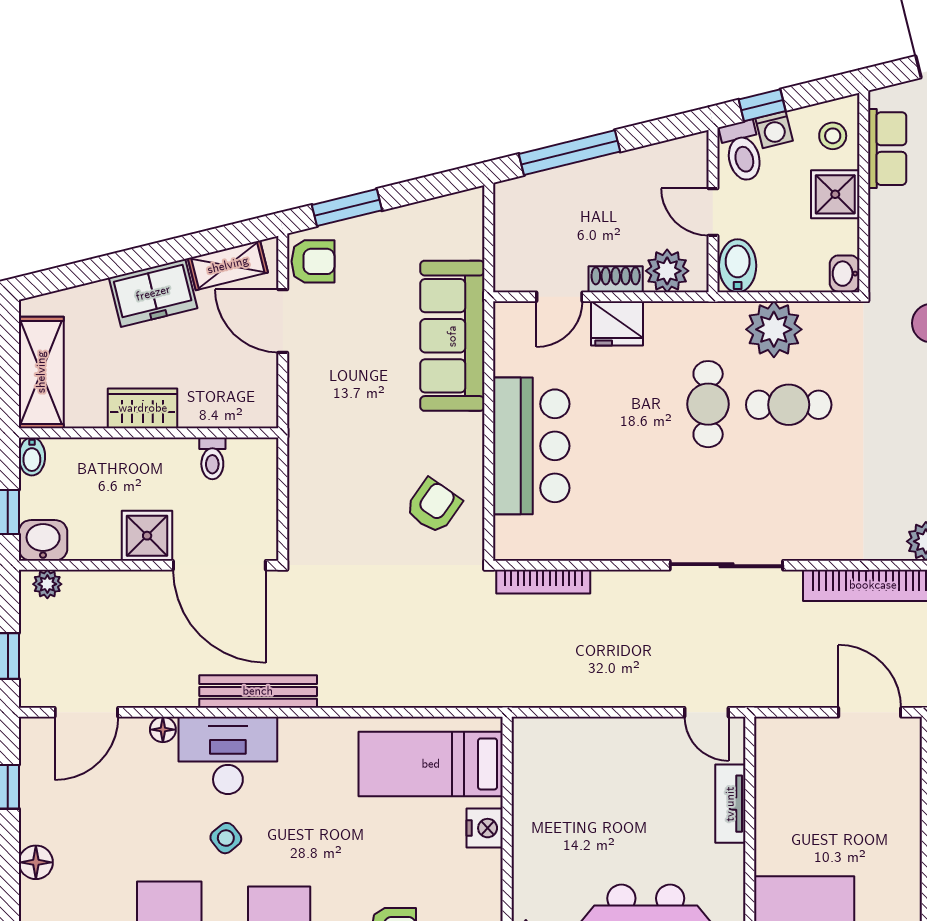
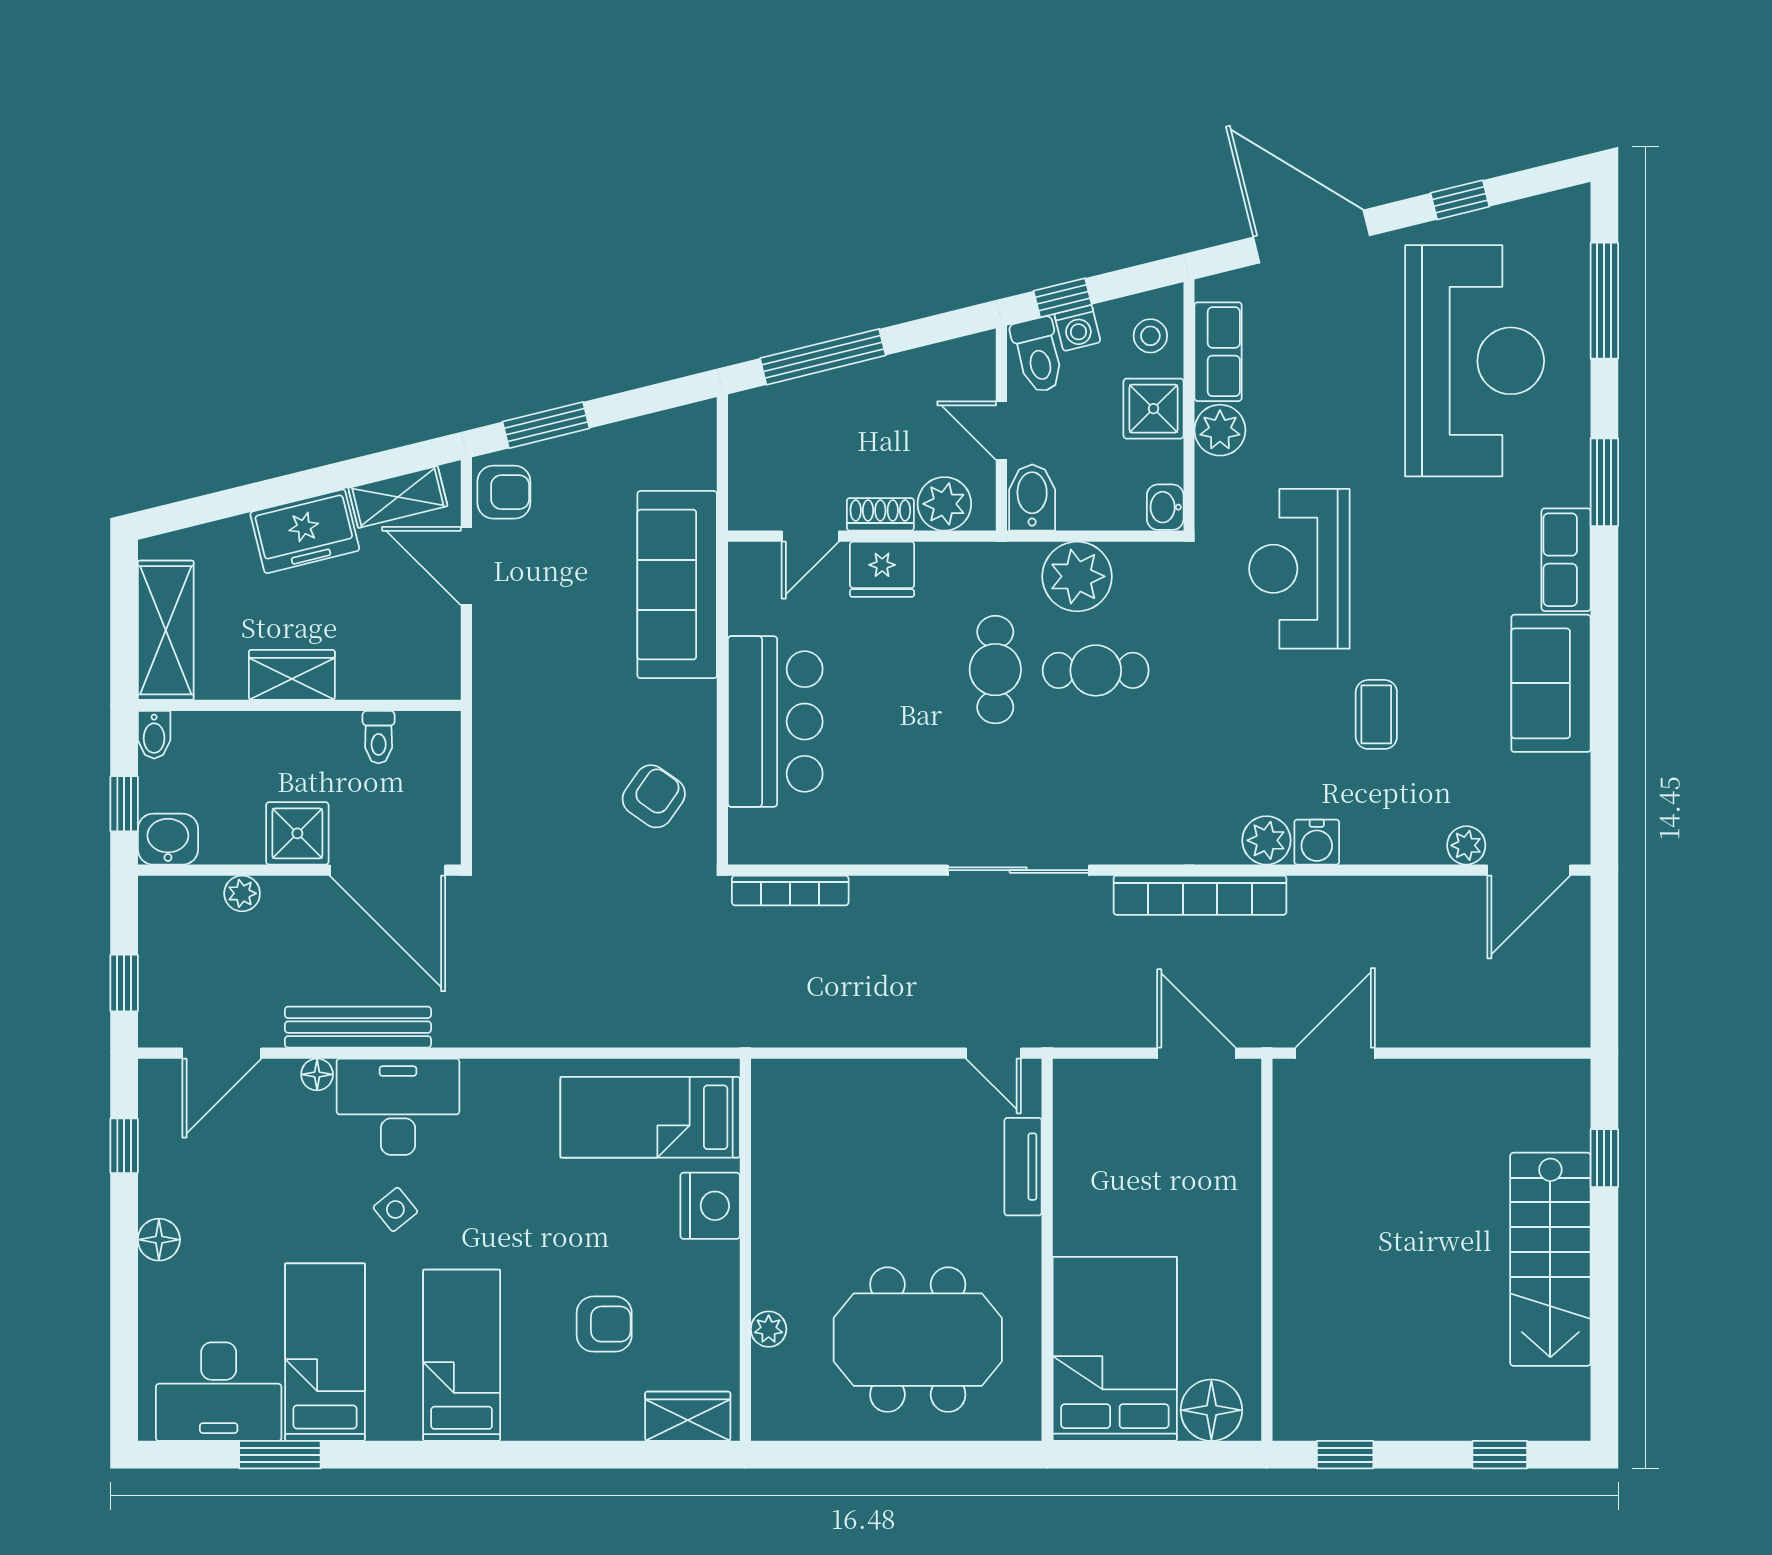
plant: (889, 212) -> (1220, 430), added
plant: (47, 584) -> (242, 893), moved
bench: (258, 691) -> (358, 1027), moved
nightstand: (485, 828) -> (710, 1206), width x1.36, depth x1.33

